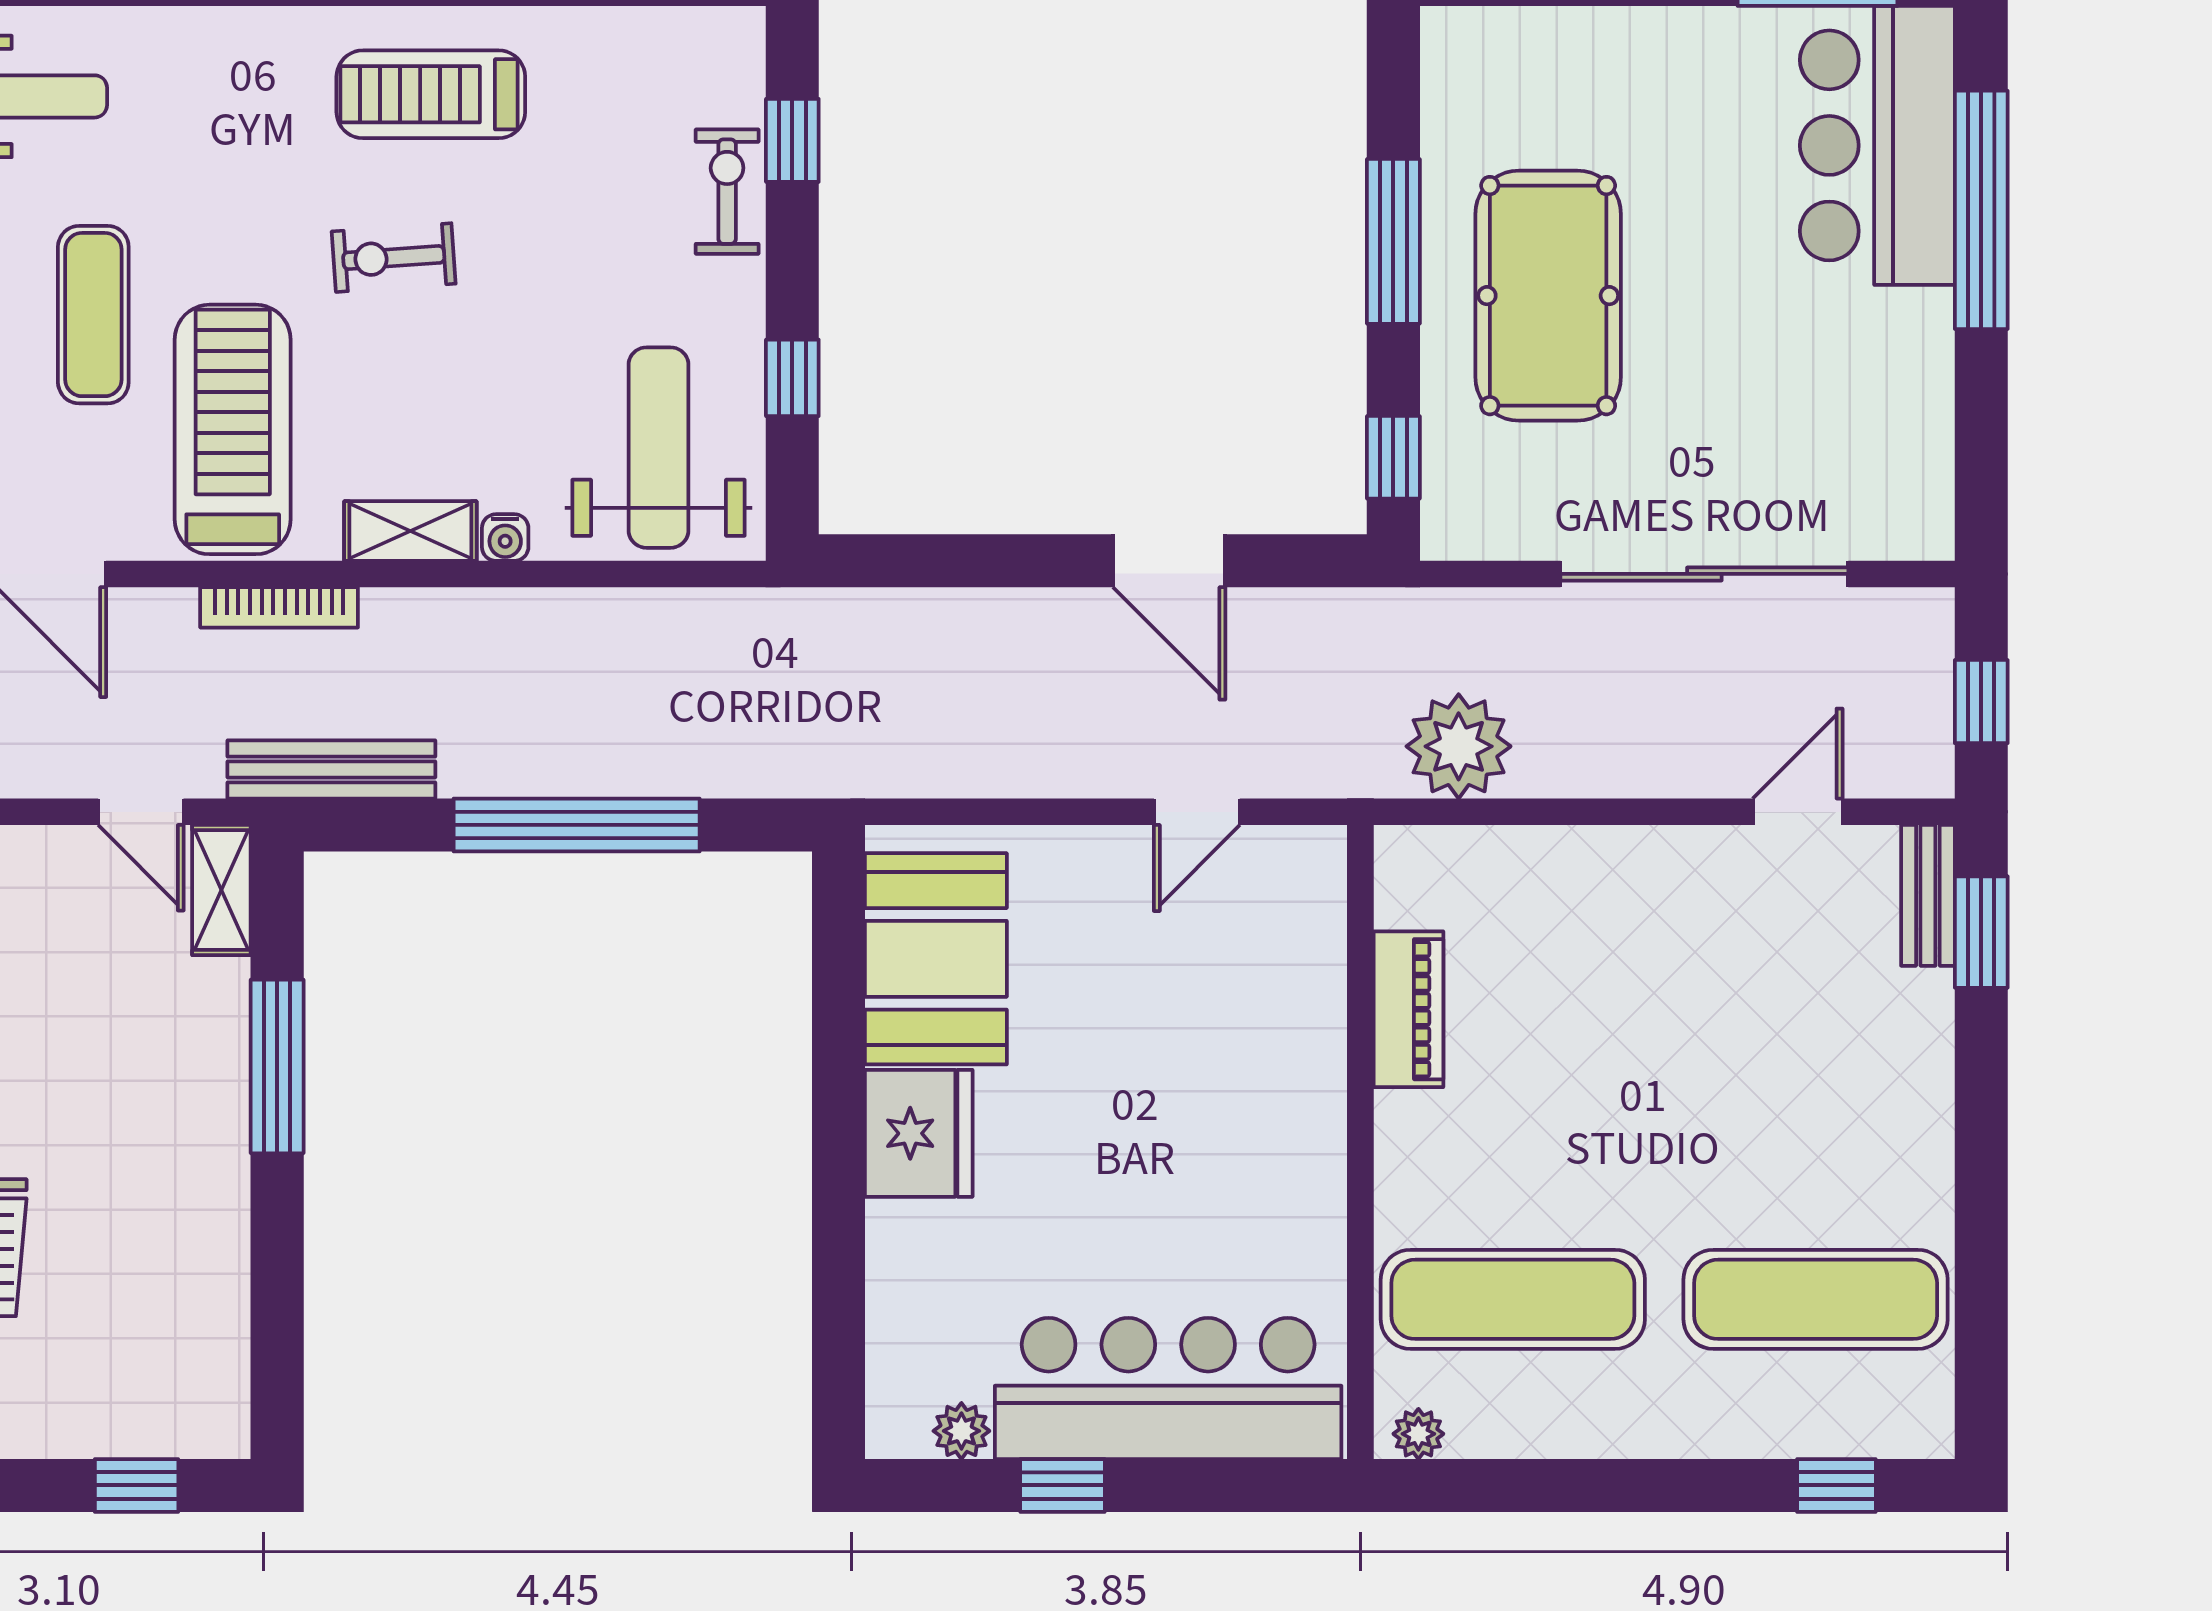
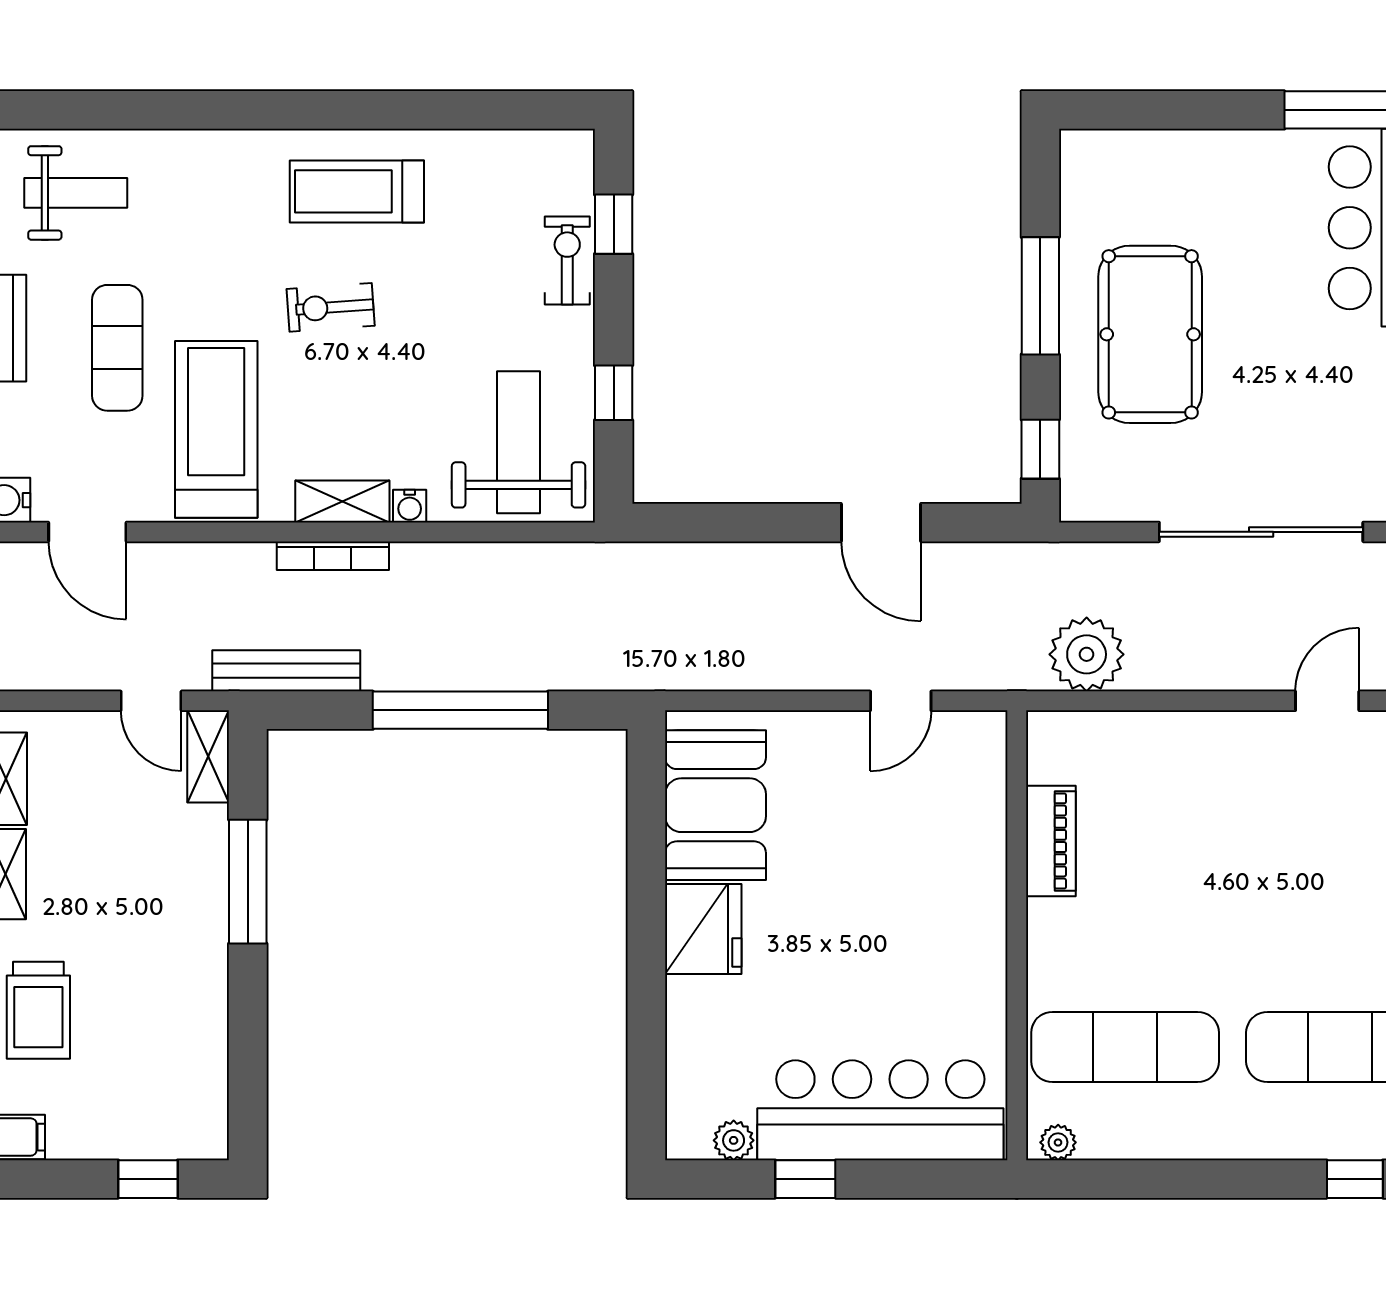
bookcase: (279, 607) -> (333, 556), moved

